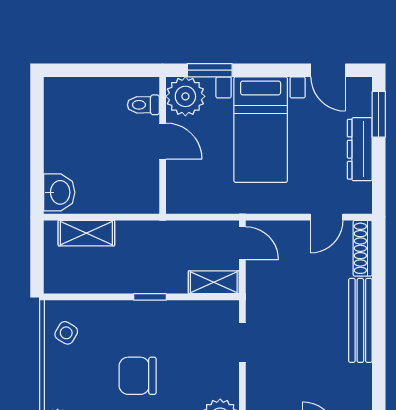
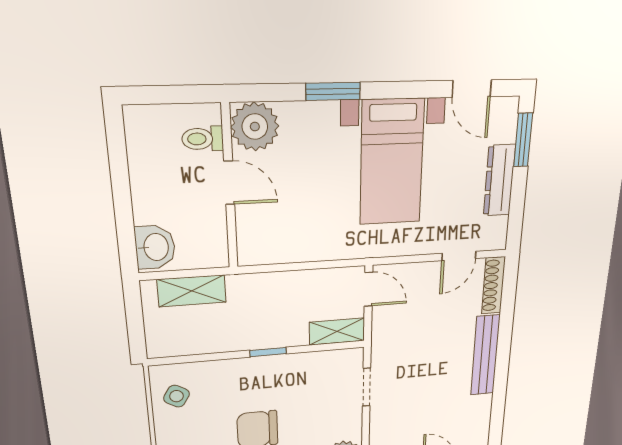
plant: (185, 96) -> (255, 127), moved
toilet: (143, 105) -> (203, 139), moved
door: (163, 141) -> (229, 183), moved
wall: (163, 145) -> (229, 188), moved

